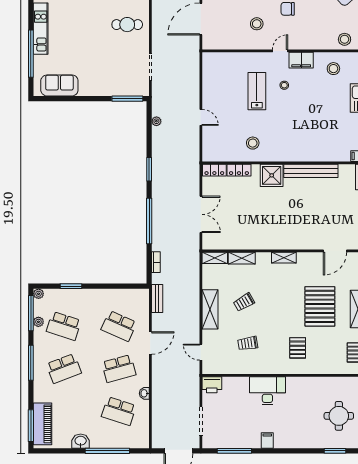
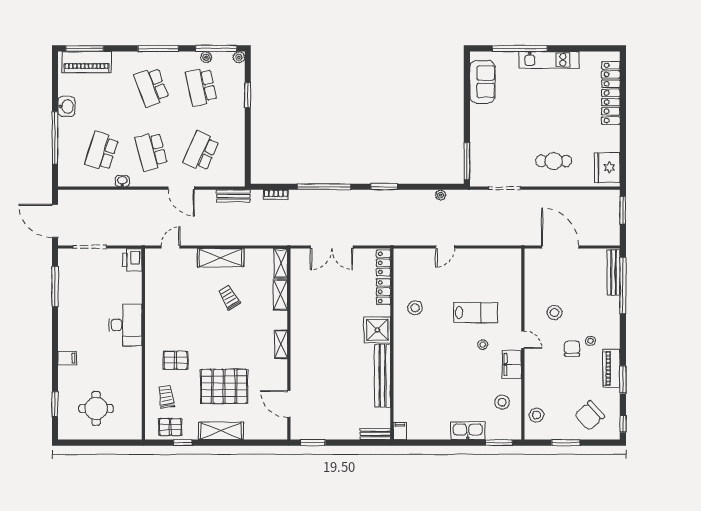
cafe table: (127, 25) -> (554, 161), turned 90
school desk: (64, 326) -> (201, 87), turned -30
trolley: (248, 343) -> (166, 397), moved
filing cabinet: (267, 441) -> (67, 358), moved

